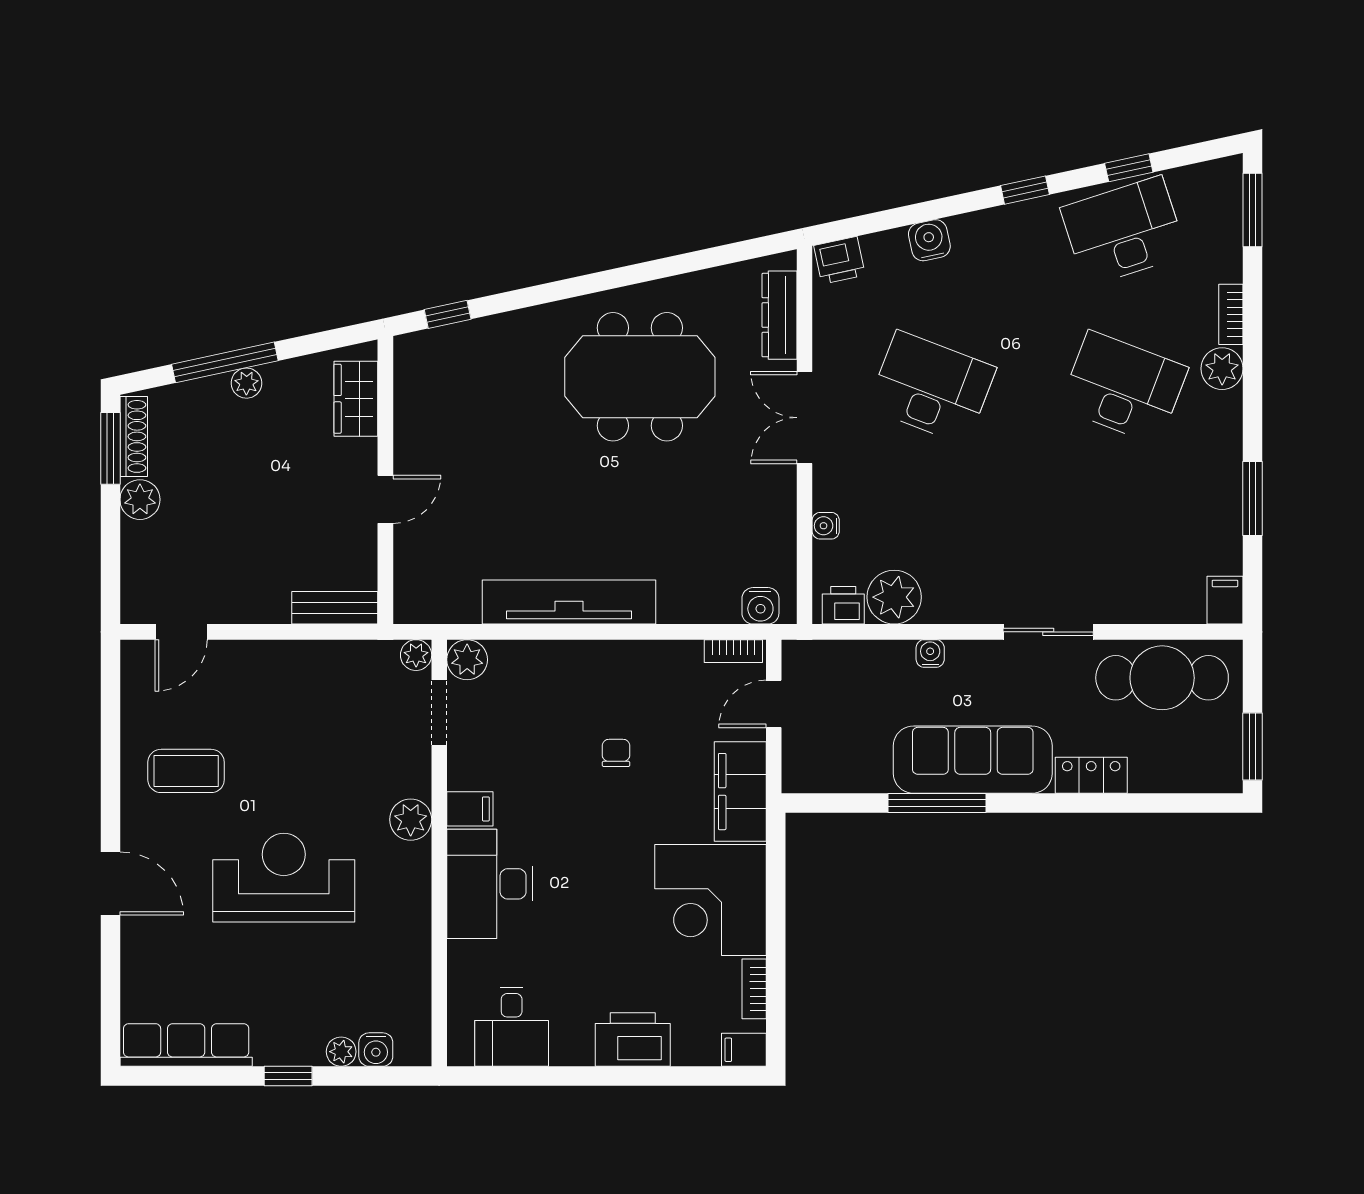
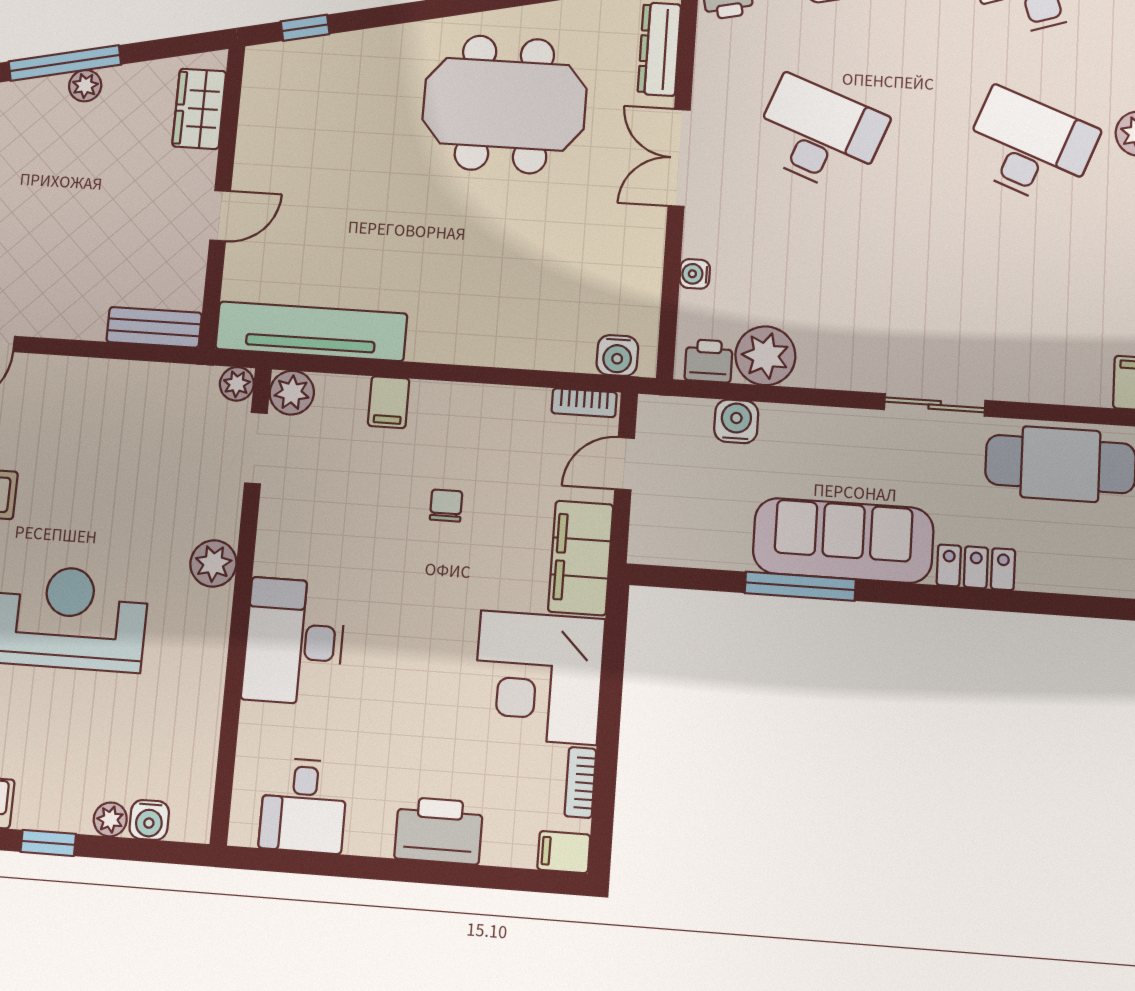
tv unit: (569, 602) -> (311, 331), moved
water cooler: (930, 654) -> (736, 421), moved, width x1.38, depth x1.38
filing cabinet: (470, 809) -> (389, 402), moved, turned 90

